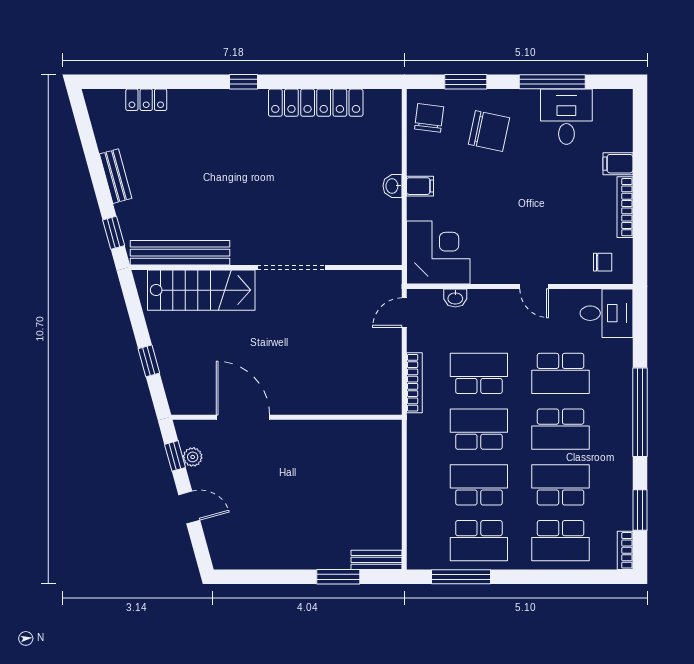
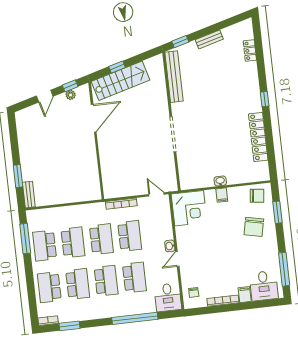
window: (552, 82) -> (284, 269), moved
desk: (566, 117) -> (264, 286), moved, turned 90
stairs: (201, 290) -> (120, 81), moved, turned -105
washbasin: (455, 298) -> (170, 246), moved
school desk: (561, 373) -> (134, 277), turned 180
window: (640, 412) -> (135, 318), moved
school desk: (561, 429) -> (106, 281), turned 180

